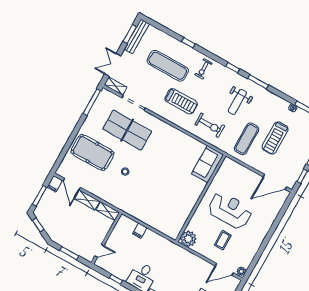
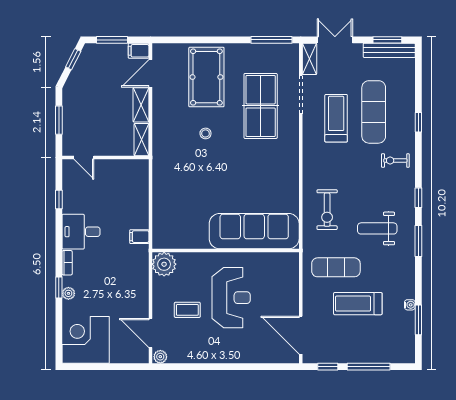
treadmill: (181, 101) -> (336, 118), moved, turned 180
sofa: (207, 164) -> (254, 231), width x1.85, depth x1.27
filing cabinet: (140, 231) -> (139, 237), moved

